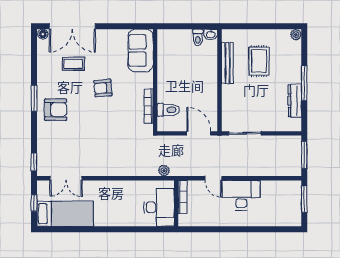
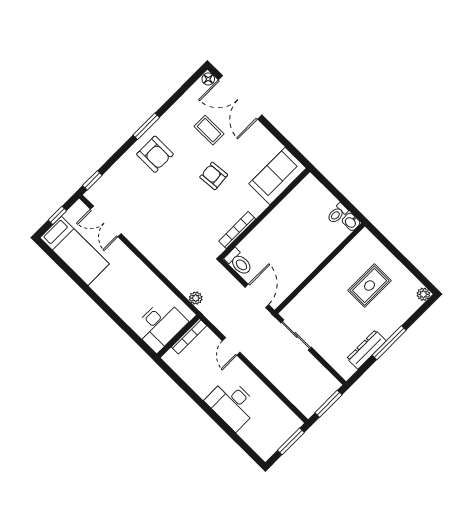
bench: (227, 63) -> (341, 260), removed
toilet: (168, 110) -> (239, 262), moved
desk: (241, 195) -> (232, 404), moved, turned 180

